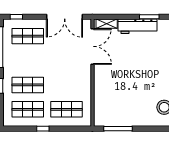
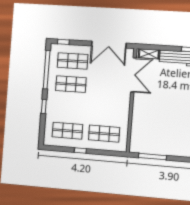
shop shelf: (28, 85) -> (71, 84), moved

